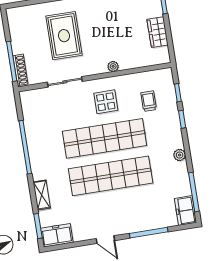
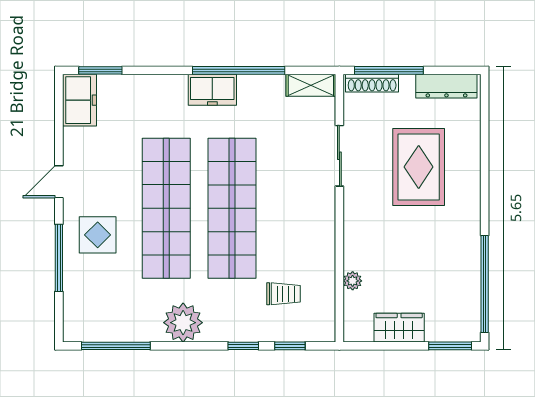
dresser: (15, 27) -> (446, 86), added
rug: (64, 36) -> (419, 167), turned 90
plant: (113, 66) -> (353, 281), moved
display table: (106, 102) -> (98, 235), moved
plant: (180, 155) -> (183, 323), width x1.88, depth x1.88
shelving: (42, 195) -> (311, 85), moved
freezer: (185, 211) -> (212, 90), moved, turned 180

